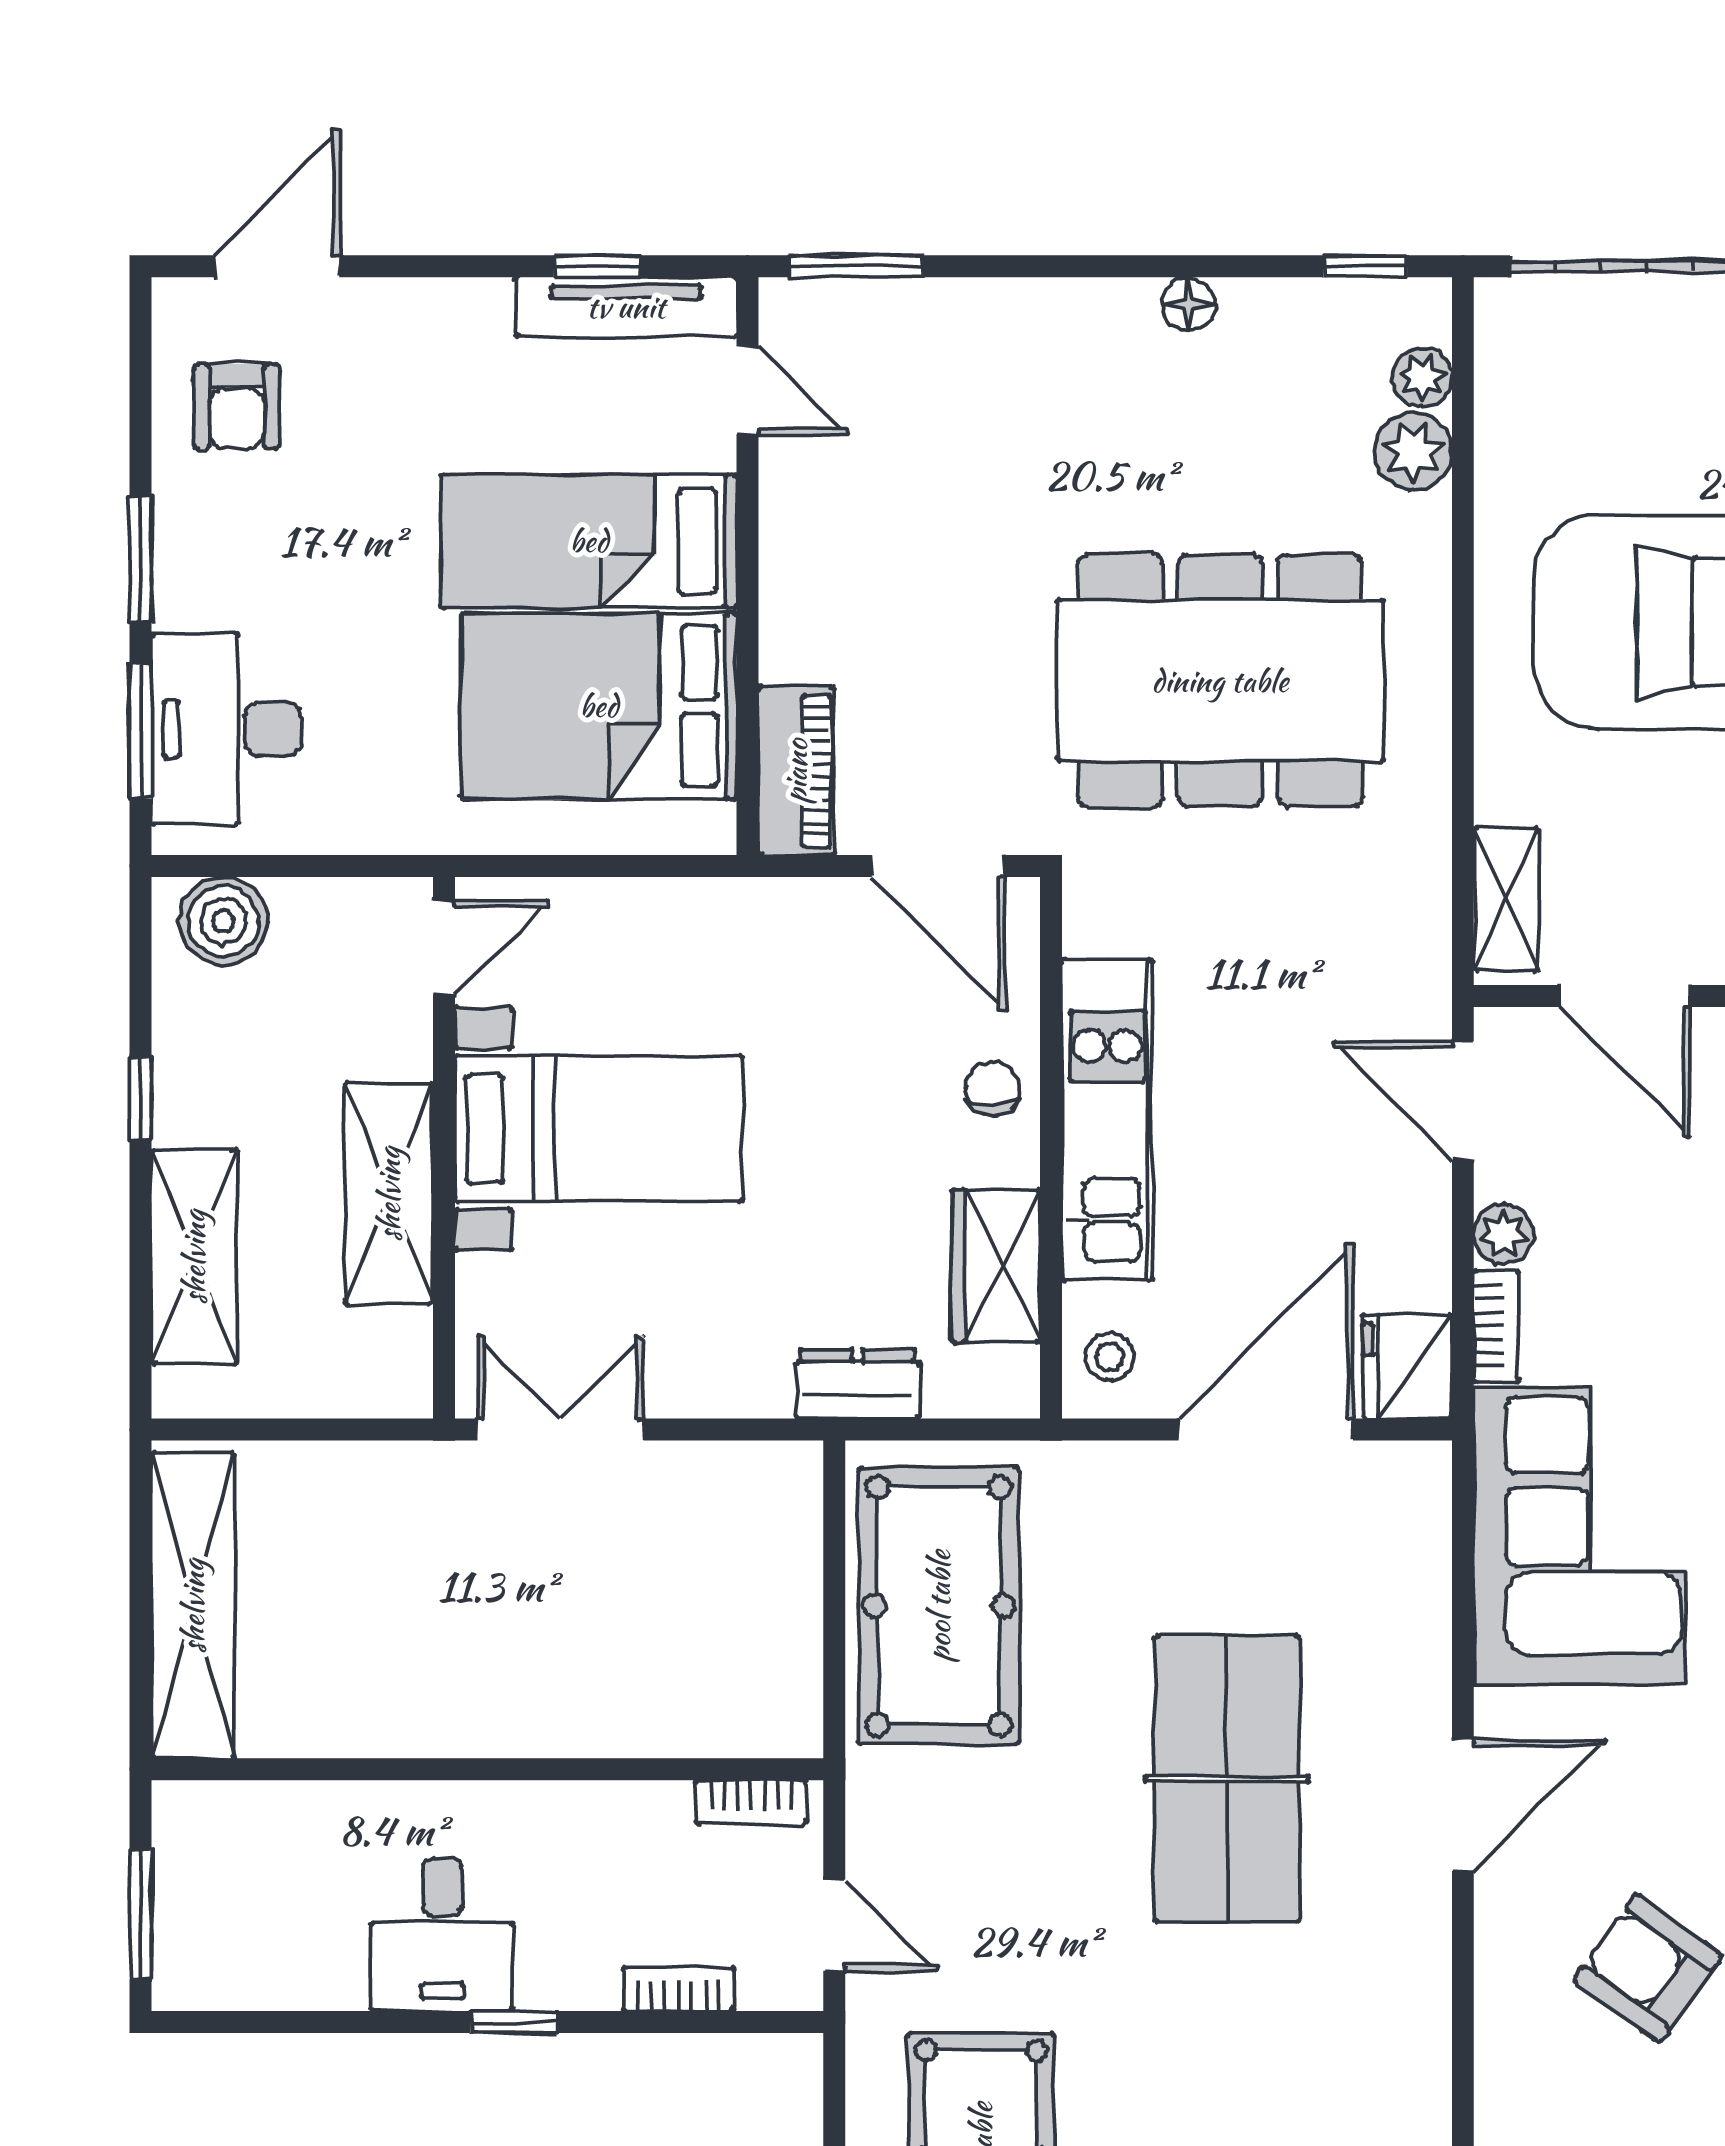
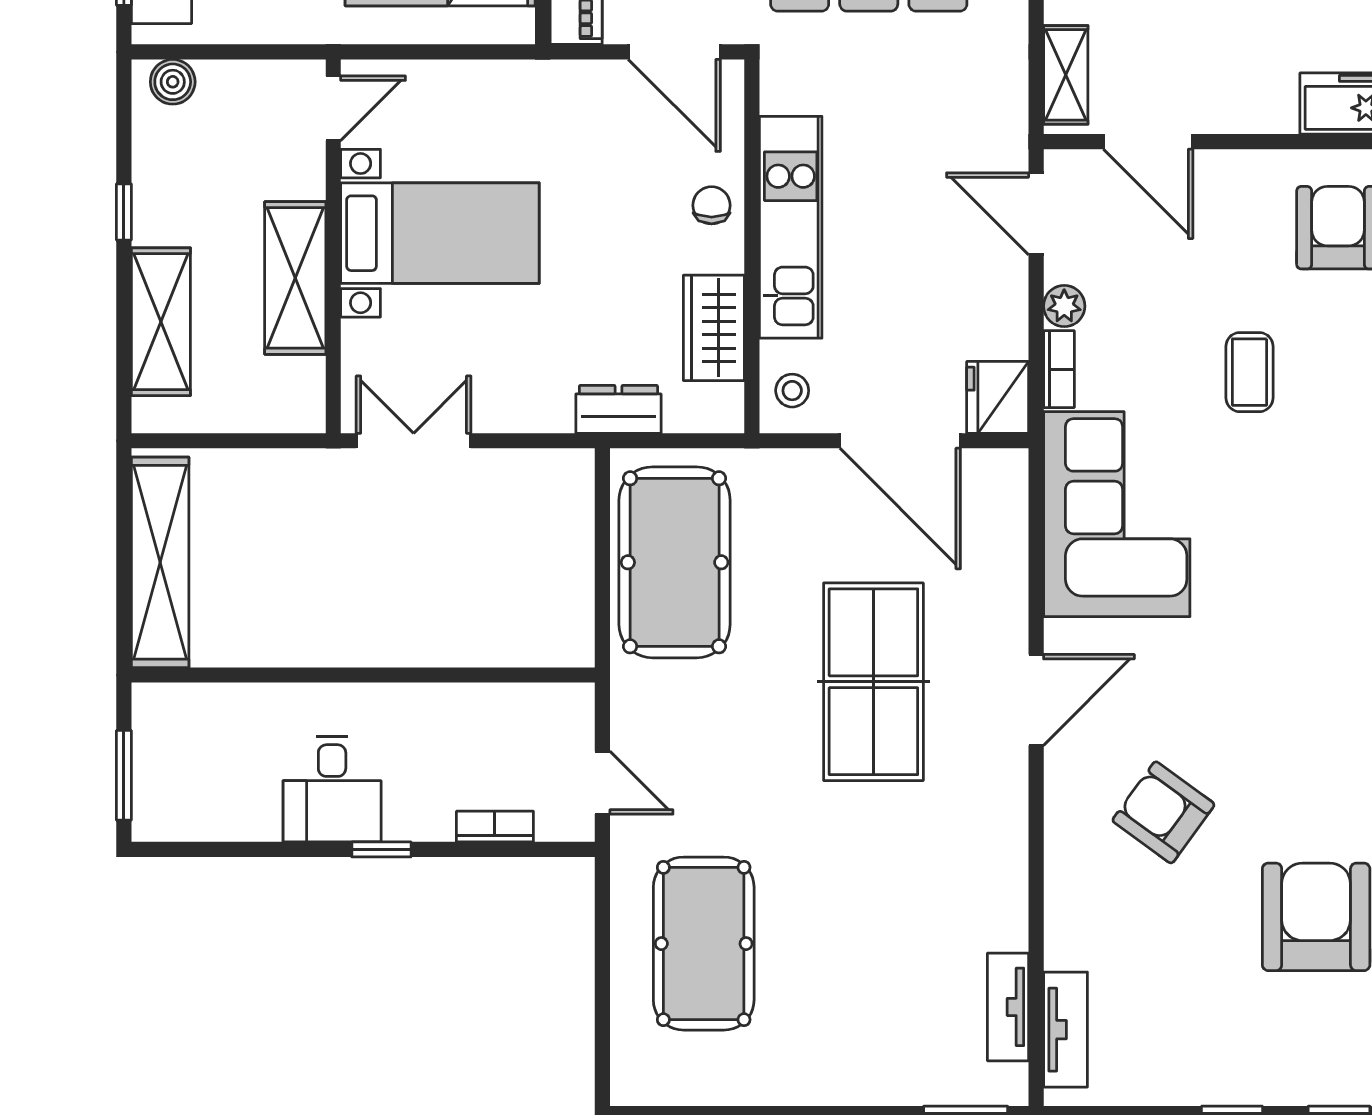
boiler: (223, 921) -> (173, 82), width x0.73, depth x0.73
door: (1266, 1430) -> (900, 441), swing flipped
bookcase: (751, 1802) -> (545, 698), removed

